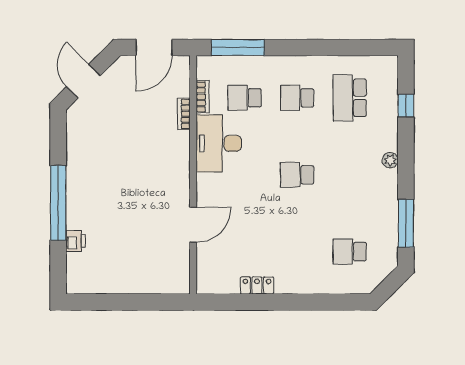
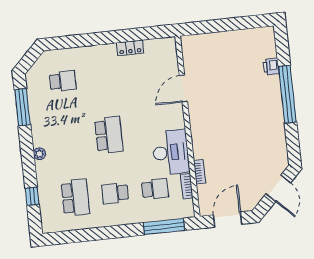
school desk: (297, 98) -> (115, 193), turned 180
school desk: (297, 175) -> (109, 135), width x1.85

